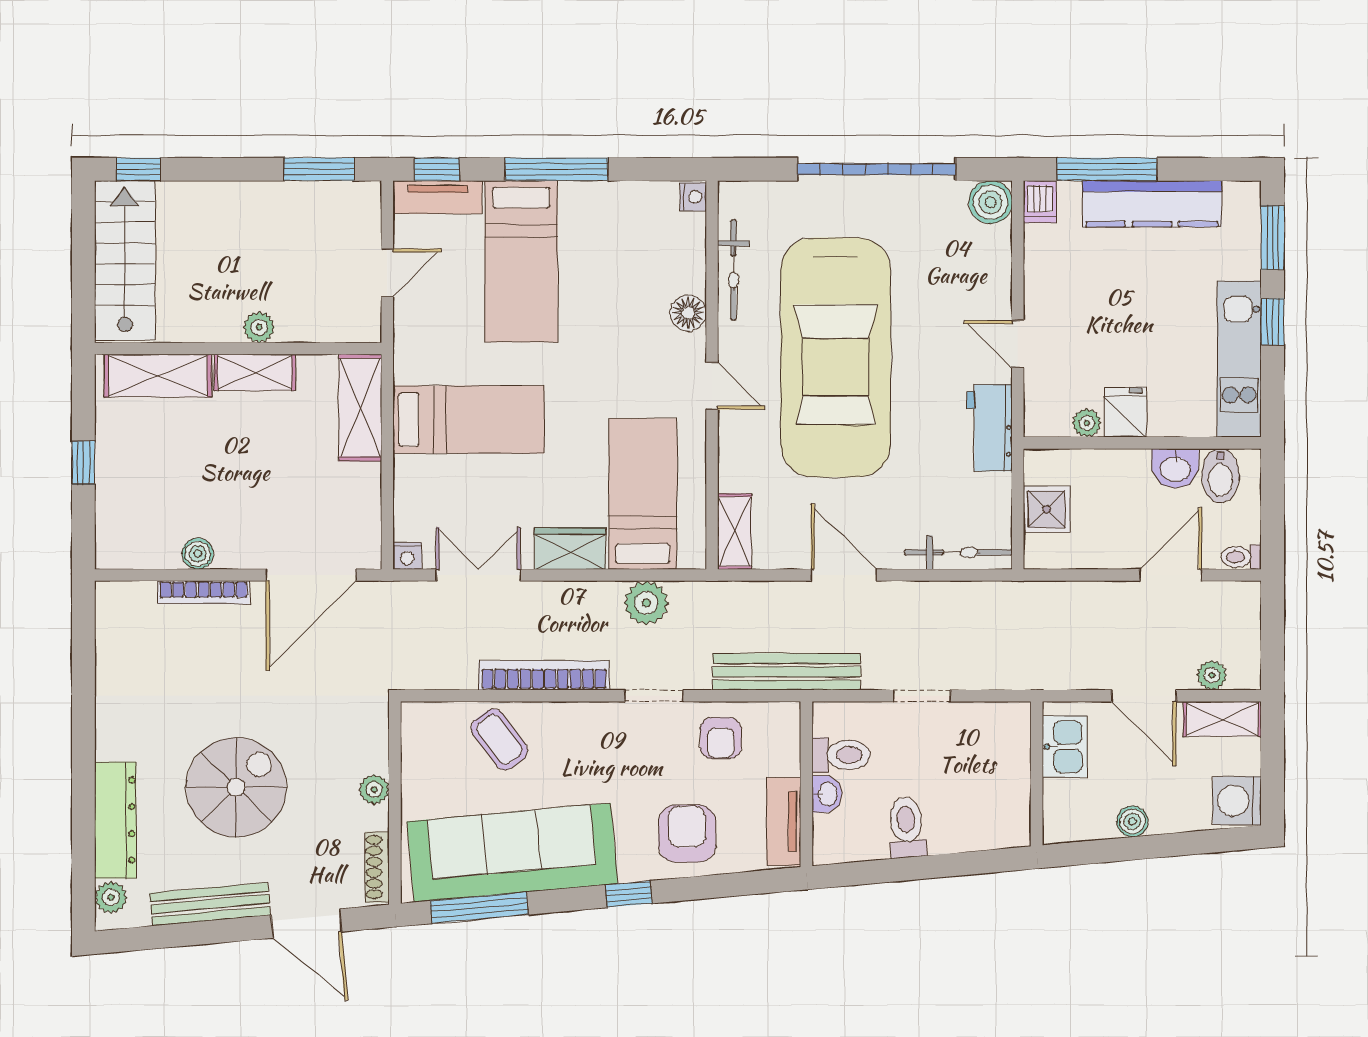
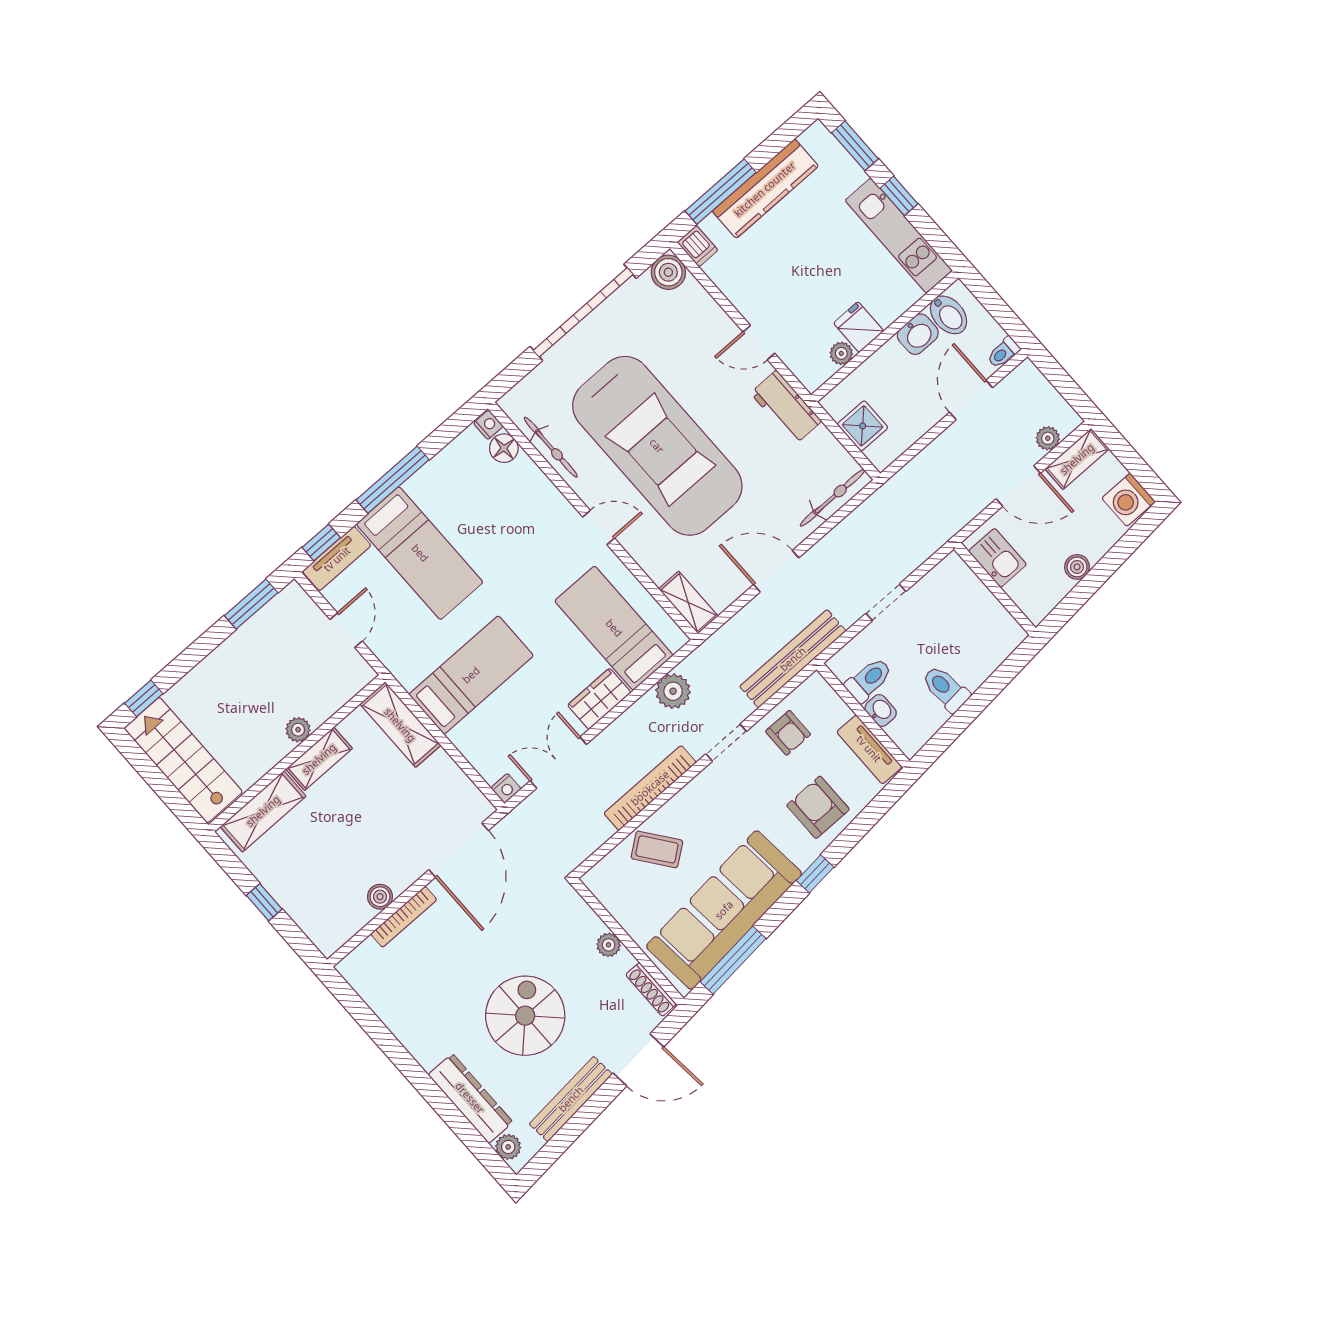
floor lamp: (688, 313) -> (504, 448), moved

